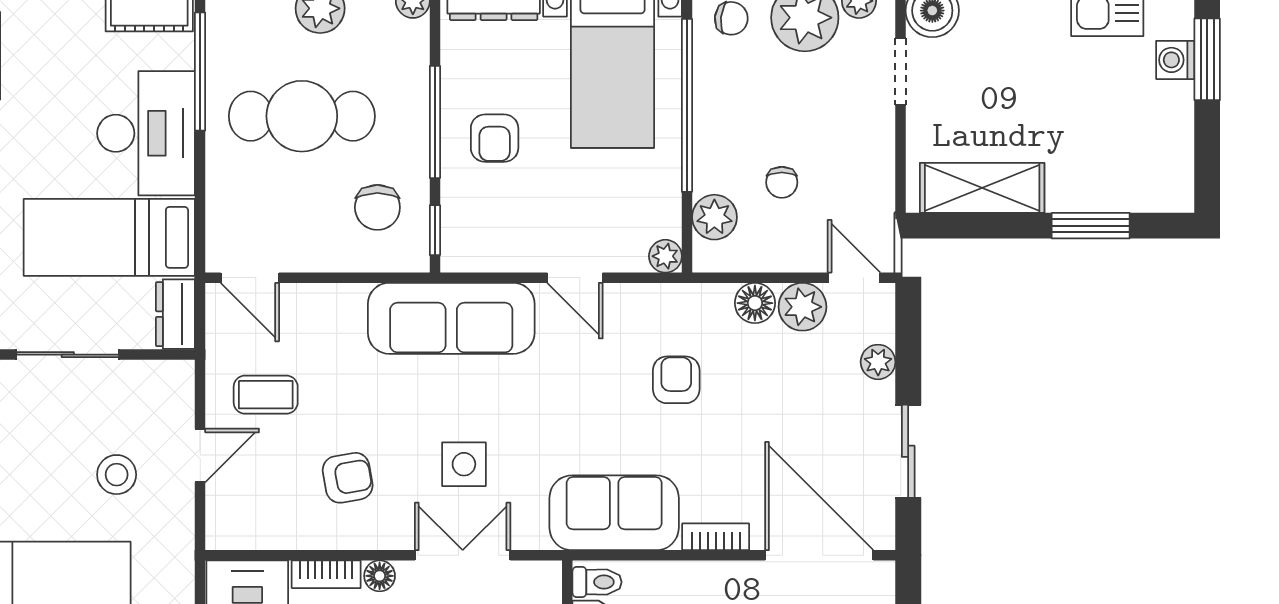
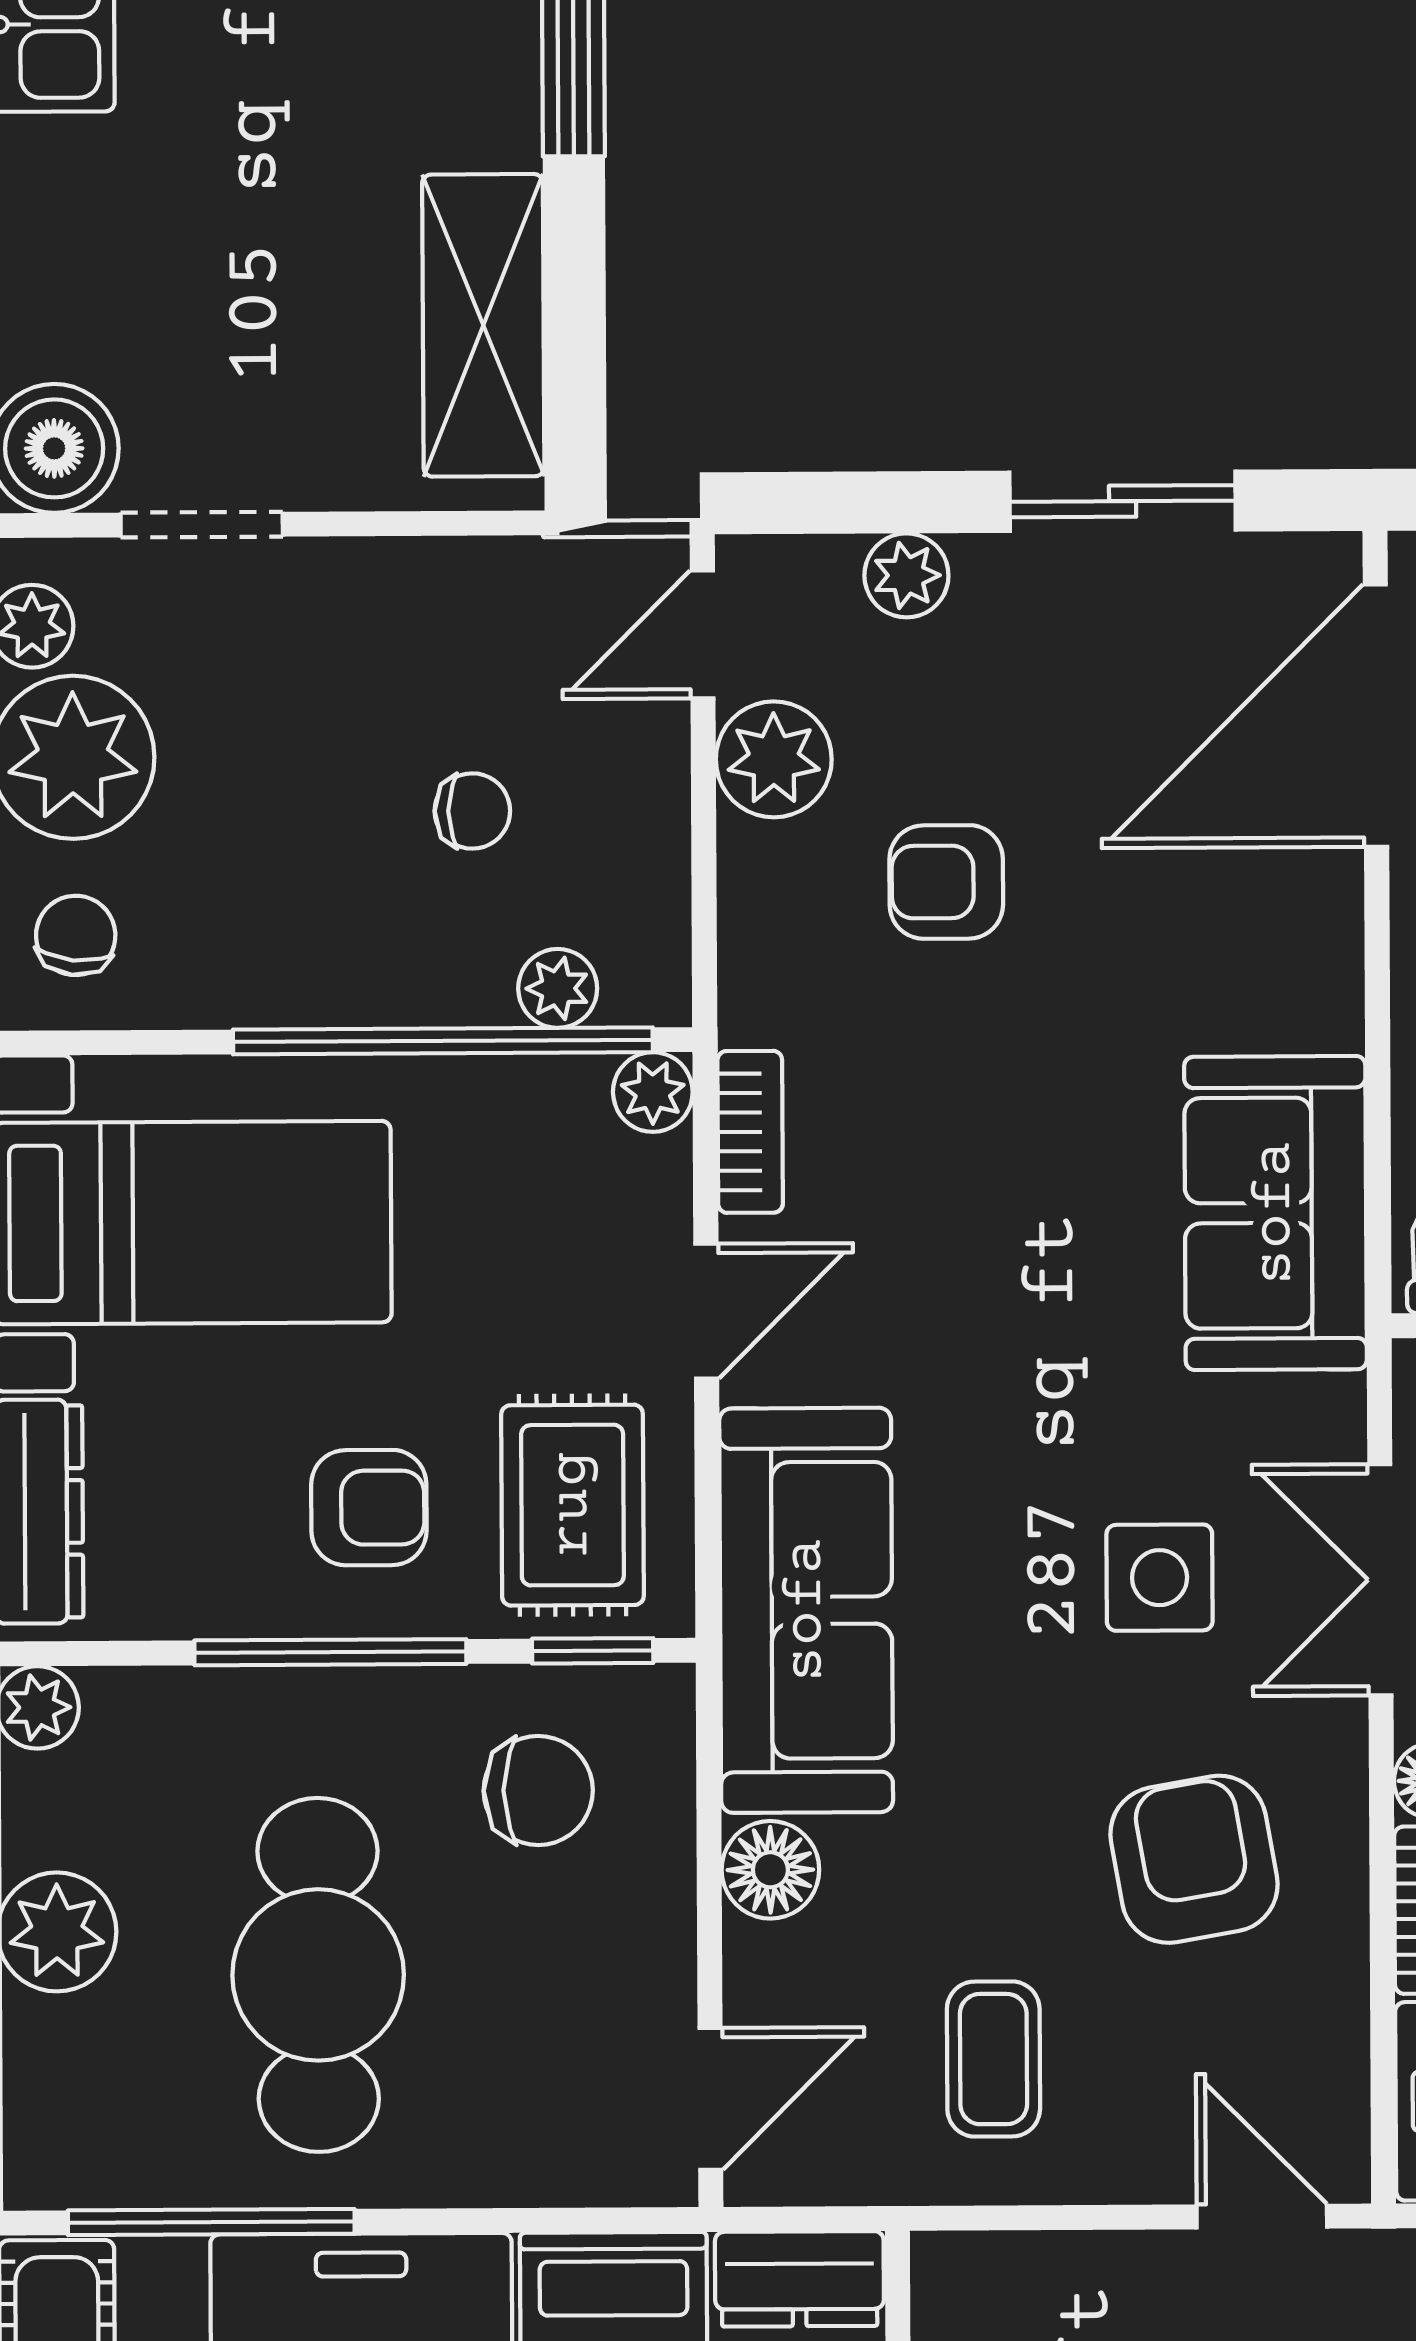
window: (687, 105) -> (443, 1041), moved
plant: (714, 217) -> (558, 988), width x0.73, depth x0.73
rug: (495, 222) -> (572, 1505), added
floor lamp: (755, 303) -> (770, 1870), moved
armchair: (676, 380) -> (946, 882), moved
door: (200, 455) -> (1262, 2217), moved
armchair: (348, 478) -> (1194, 1859), width x1.38, depth x1.38
bookcase: (716, 537) -> (750, 1132), moved, turned 180

